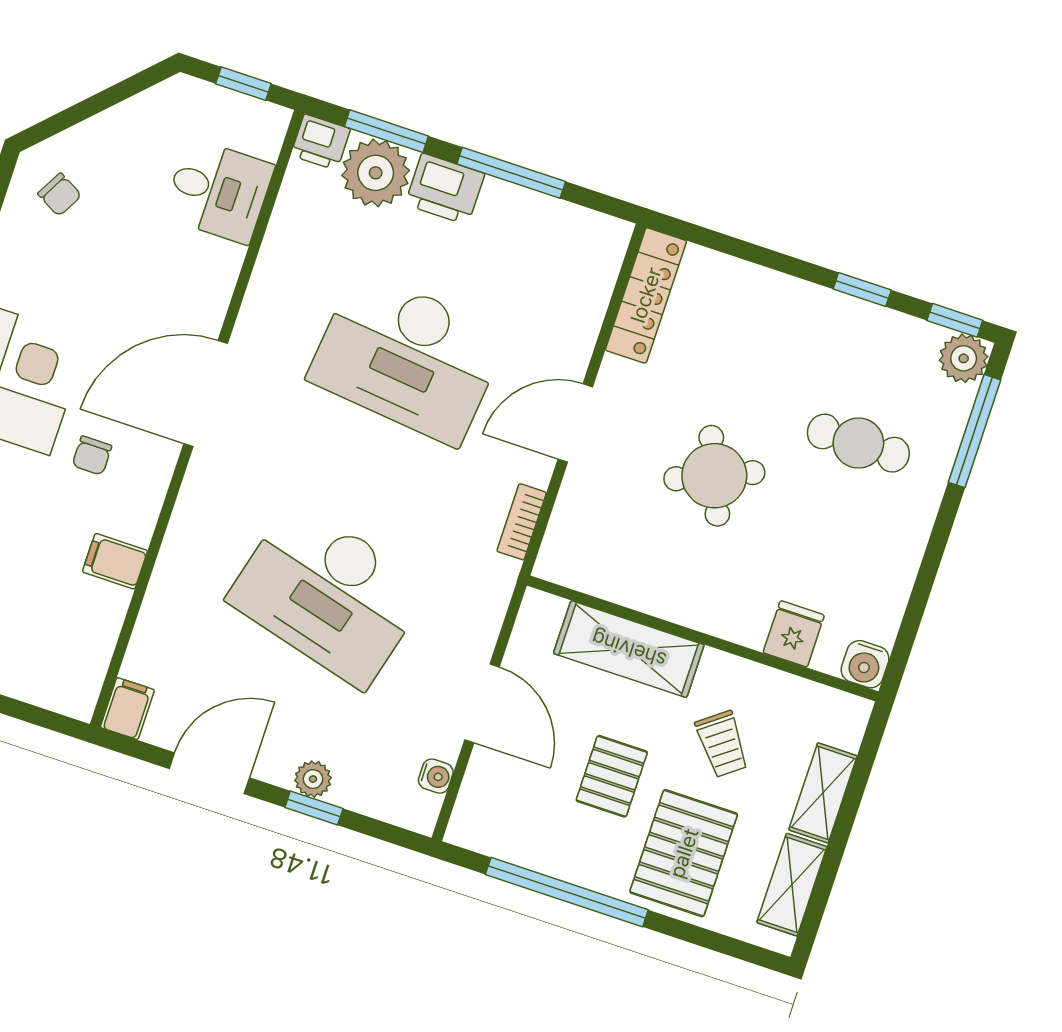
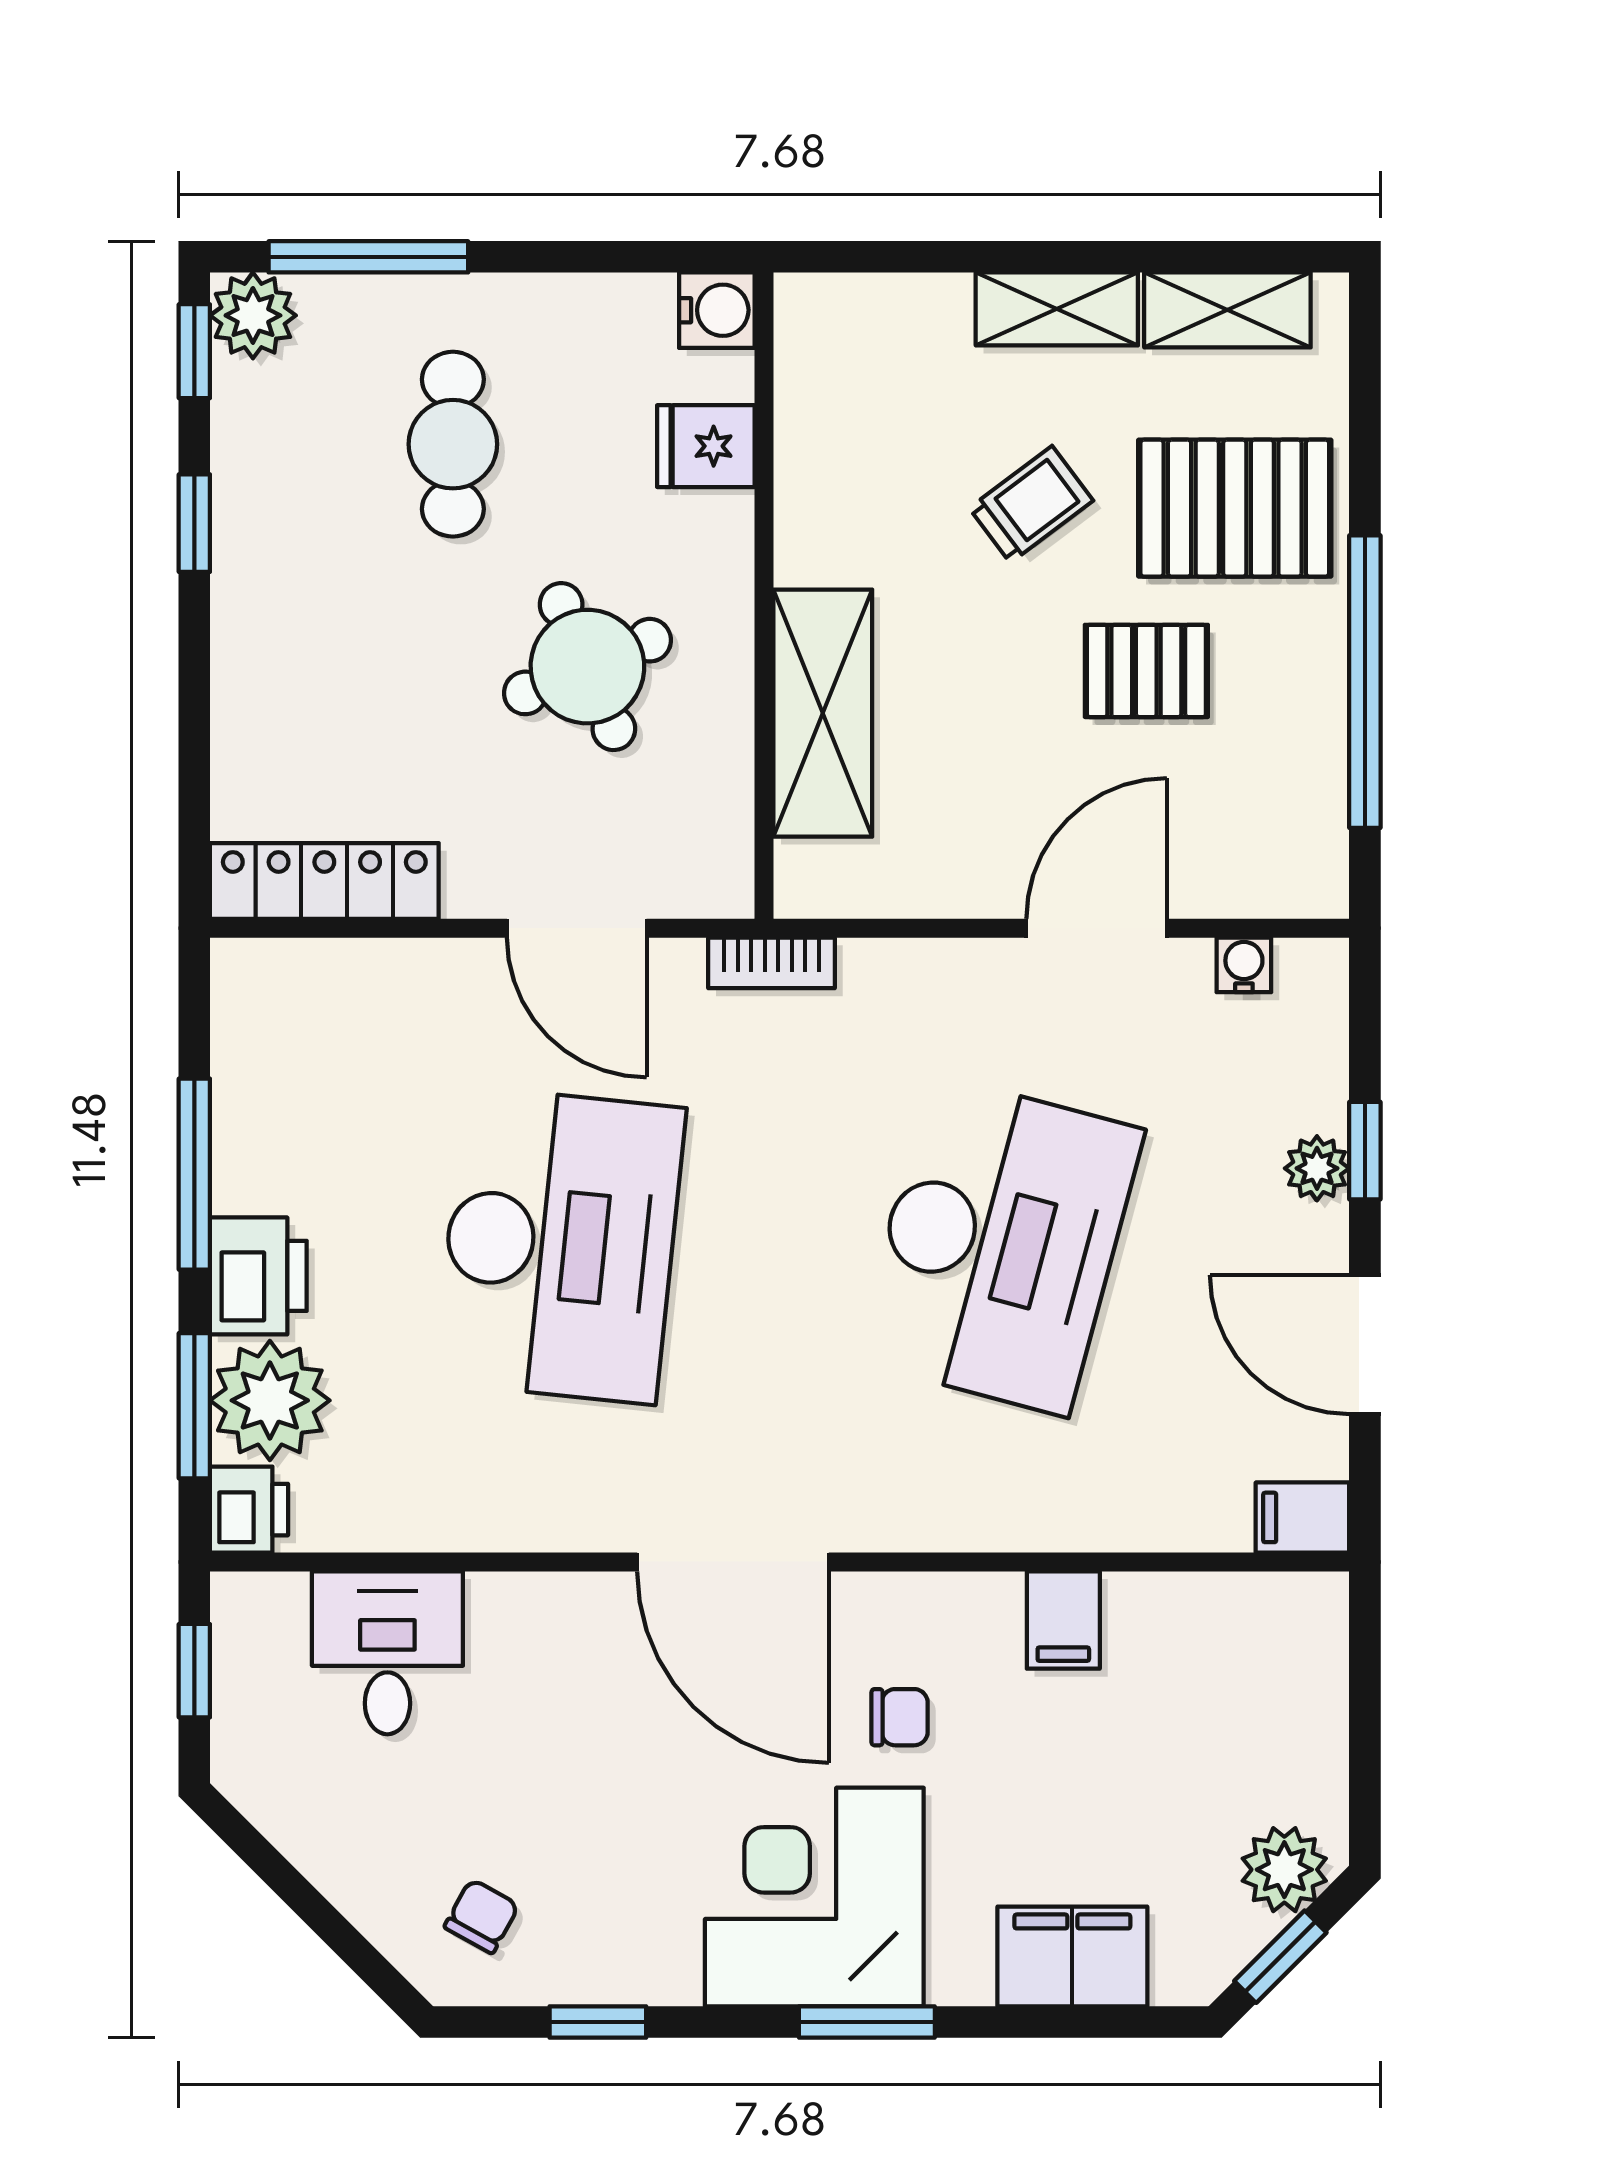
fridge: (794, 634) -> (706, 446), moved
wall: (703, 638) -> (764, 596), moved
shelving: (629, 649) -> (823, 713), moved
water cooler: (865, 664) -> (717, 310), moved

